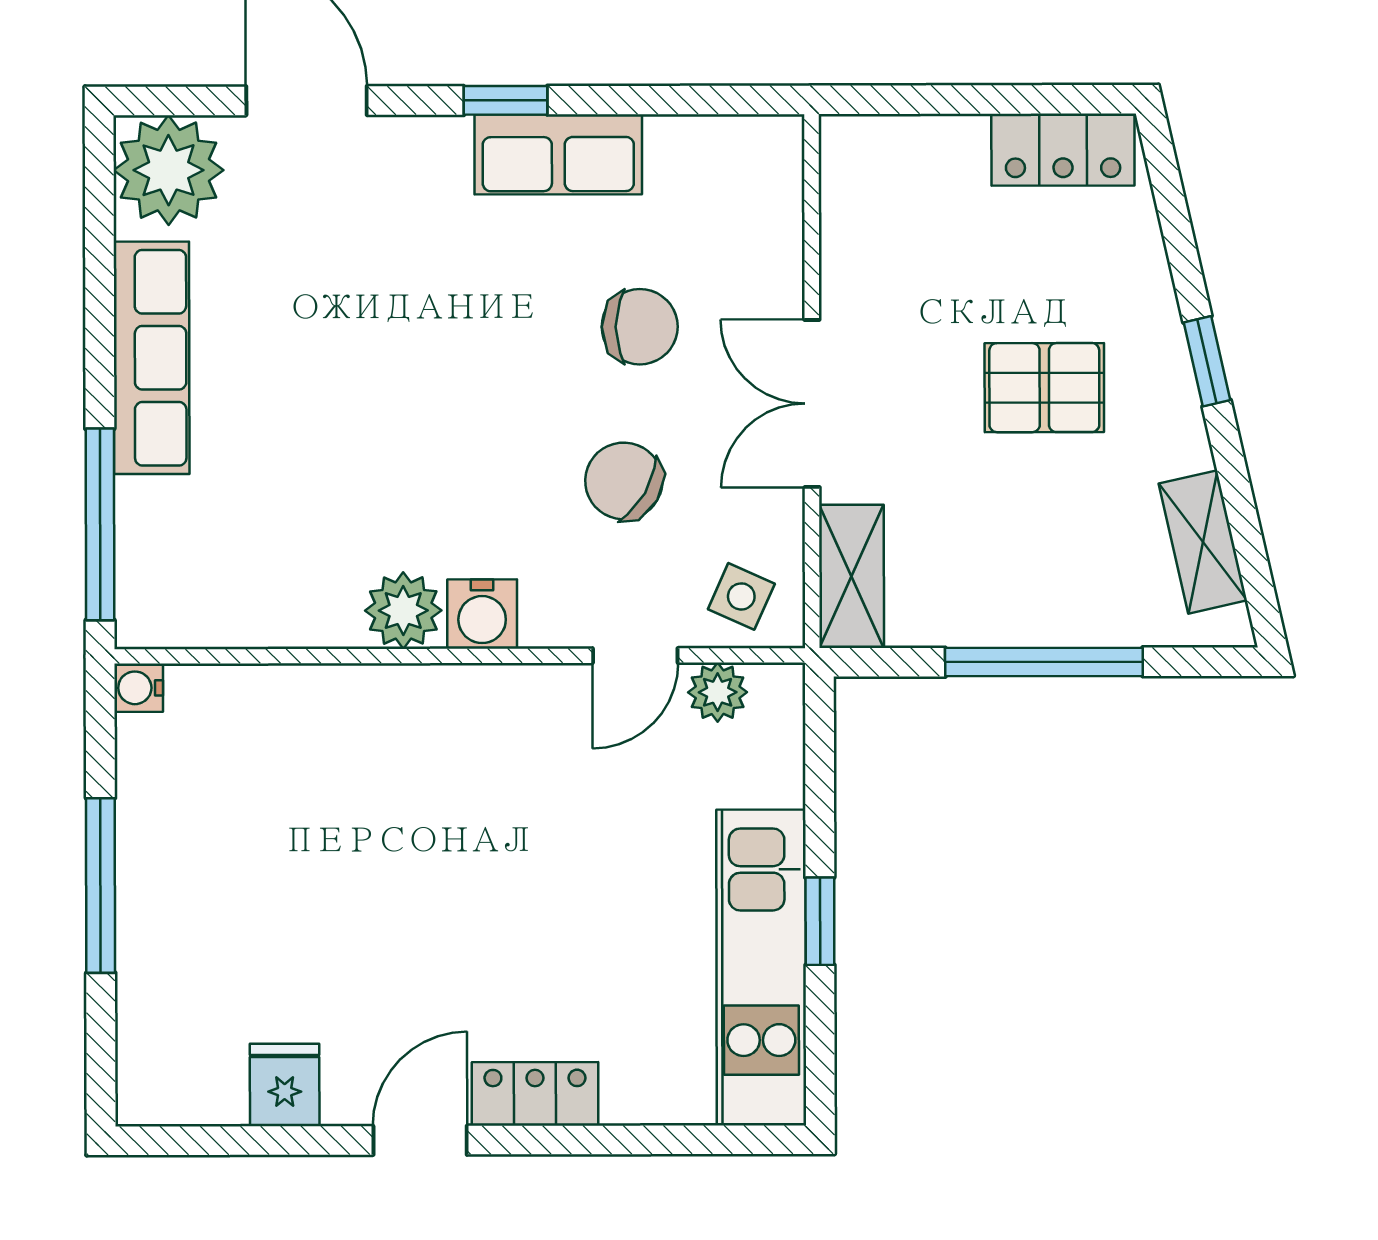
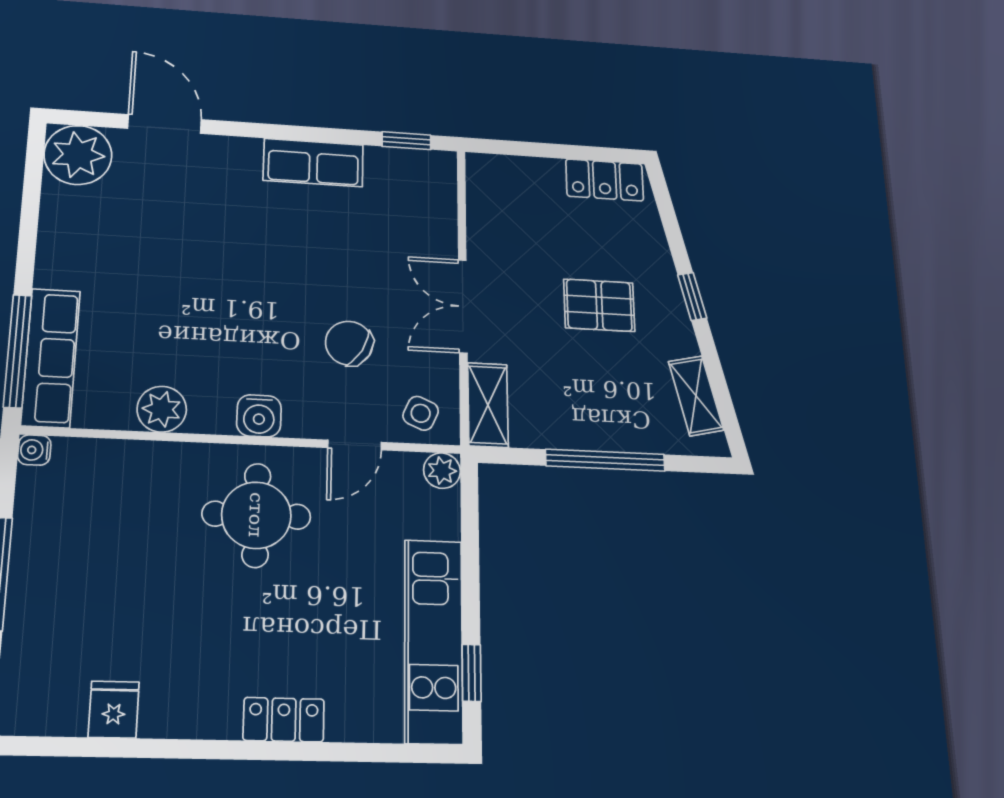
window: (506, 100) -> (406, 141), moved
chair: (640, 327) -> (360, 258), removed
row of seats: (152, 358) -> (51, 358), moved
plant: (403, 610) -> (162, 409), moved
plant: (718, 692) -> (442, 471), moved
round table: (484, 778) -> (256, 515), added
window: (820, 921) -> (472, 673), moved
door: (420, 1140) -> (205, 749), removed

